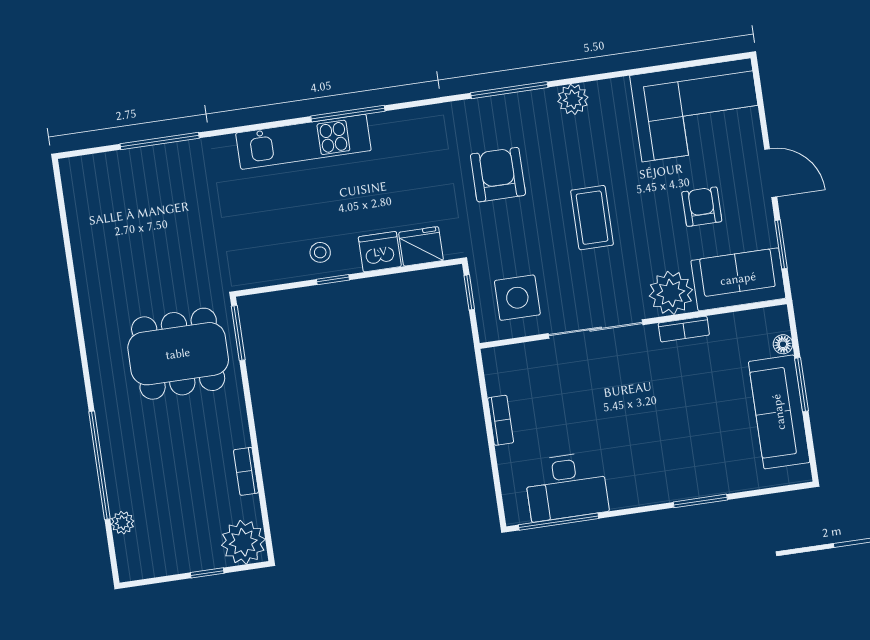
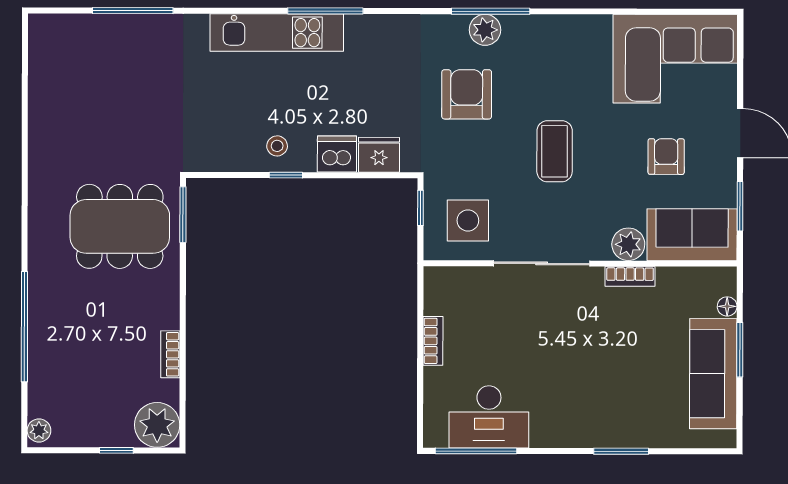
plant: (573, 99) -> (485, 30), moved
plant: (671, 293) -> (628, 244), width x0.73, depth x0.73
plant: (122, 523) -> (39, 430), moved

